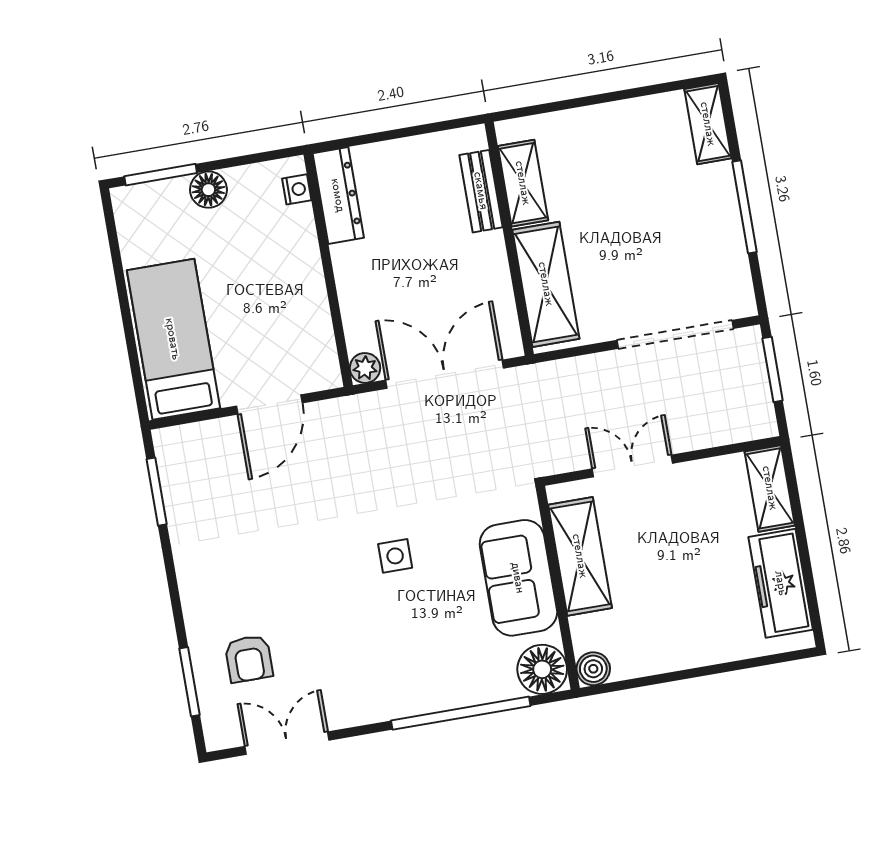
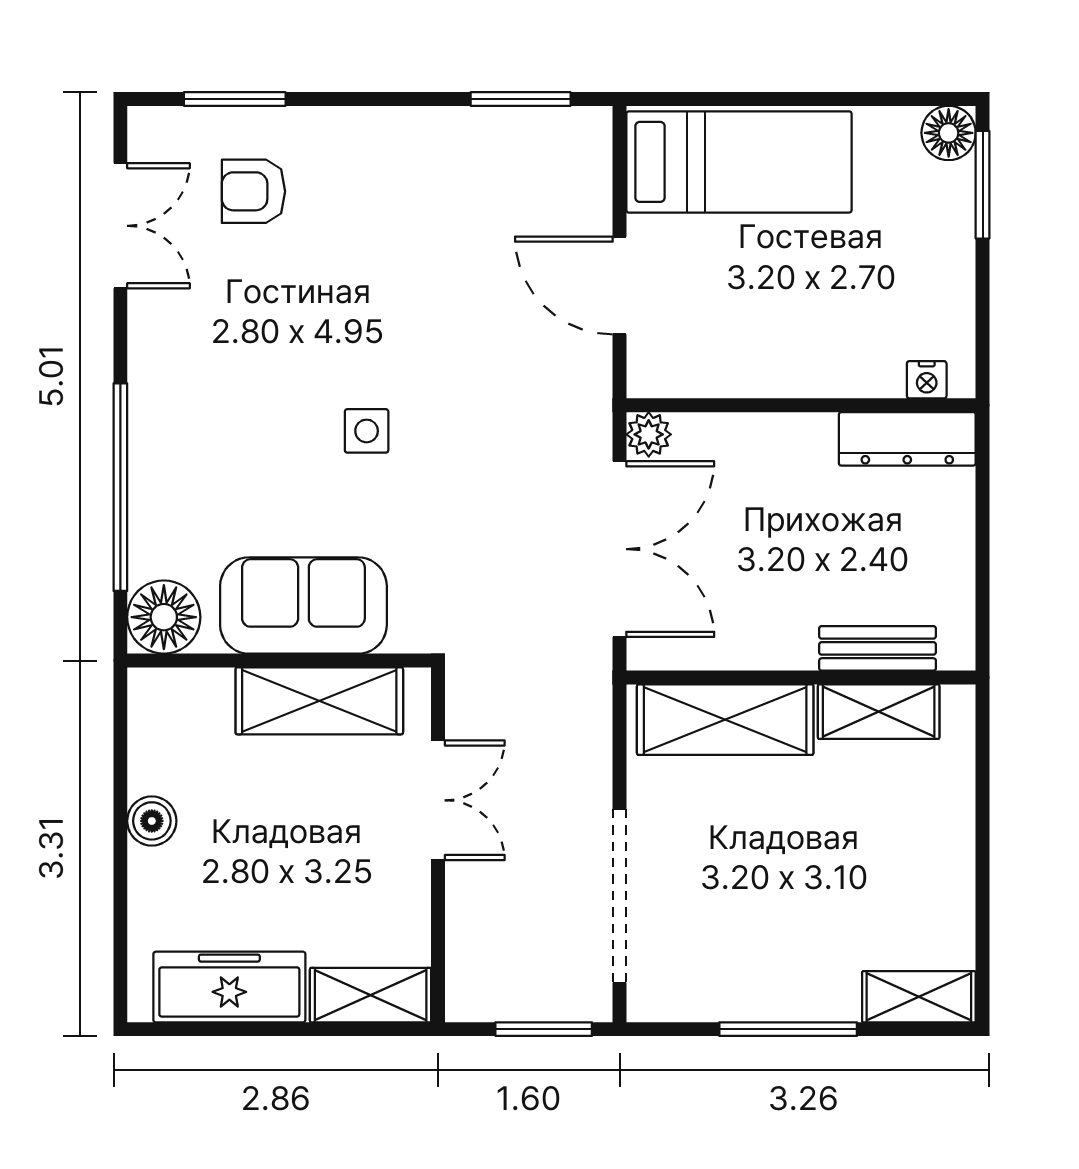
floor lamp: (208, 190) -> (949, 133), moved
boiler: (593, 669) -> (152, 821), moved

